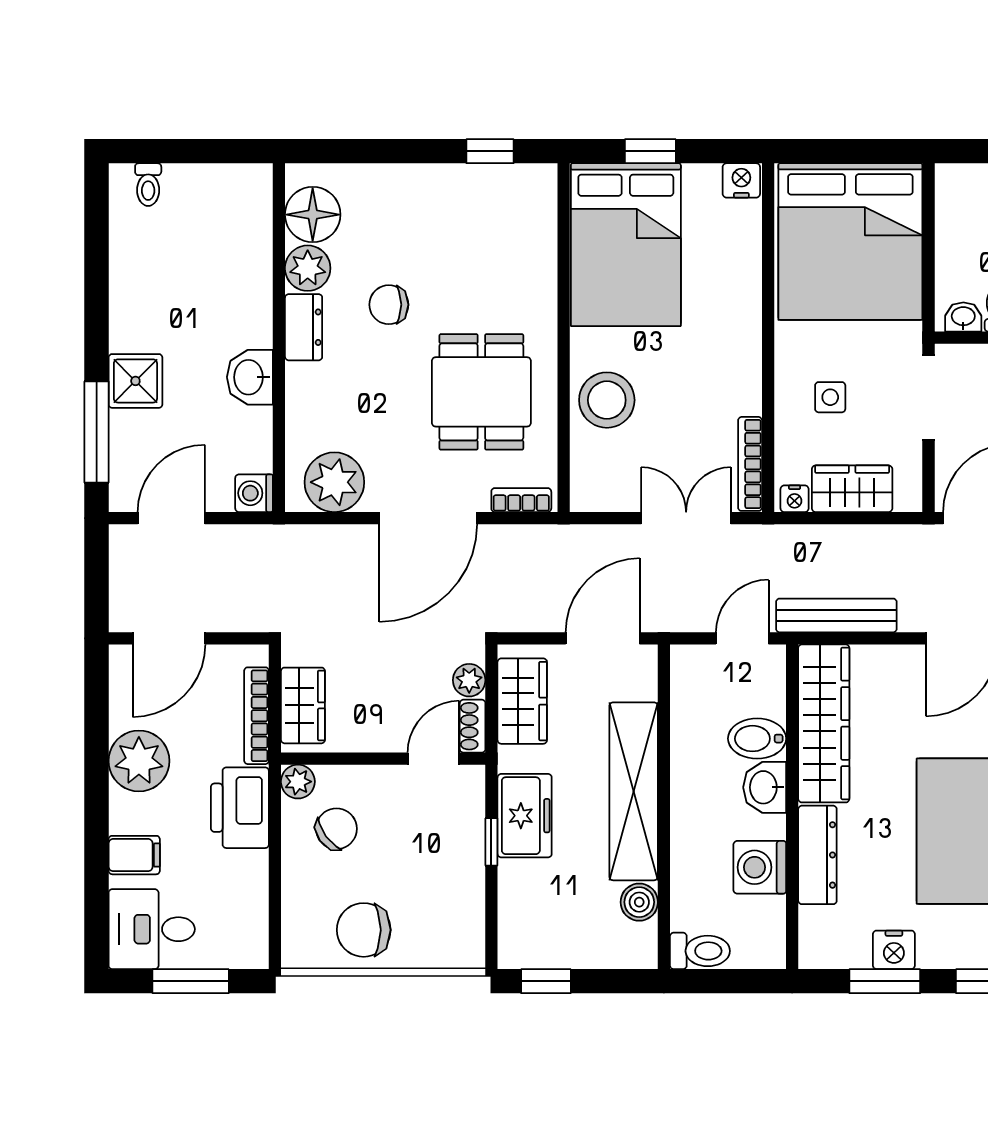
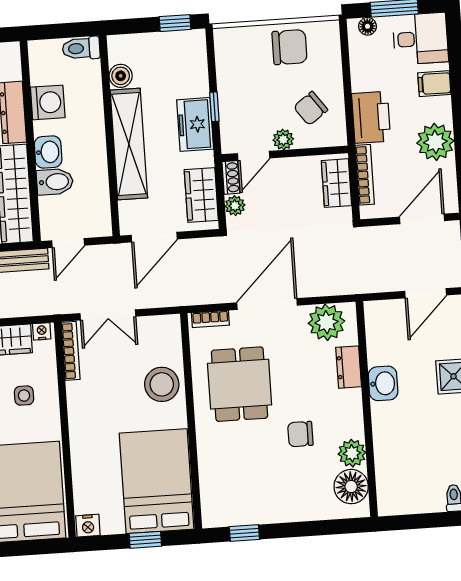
chair: (389, 305) -> (300, 434), turned 180
dresser: (304, 327) -> (349, 367), moved
washing machine: (254, 493) -> (376, 312), removed
plant: (298, 782) -> (283, 140), moved
floor lamp: (236, 955) -> (368, 26), added

